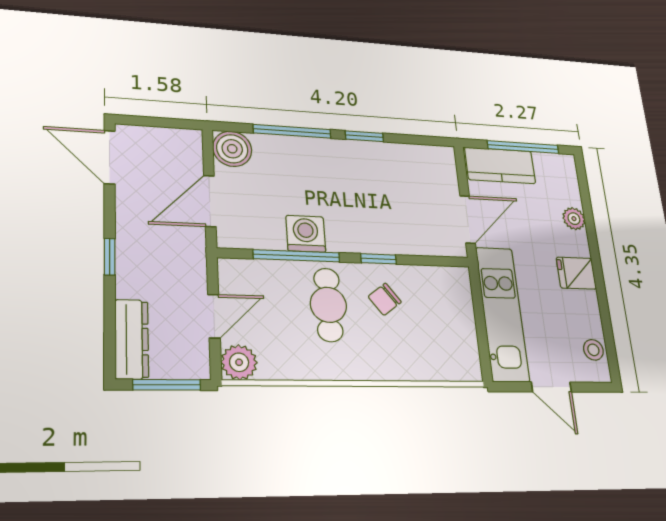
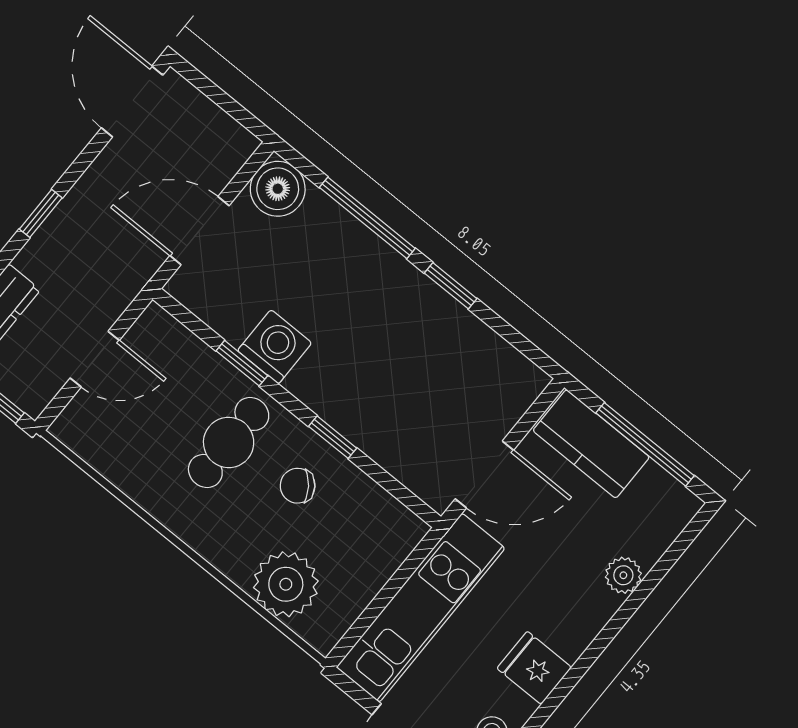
window: (297, 256) -> (242, 363), width x0.46
fridge: (576, 273) -> (534, 668), moved
plant: (239, 362) -> (286, 584), moved, width x1.36, depth x1.36

